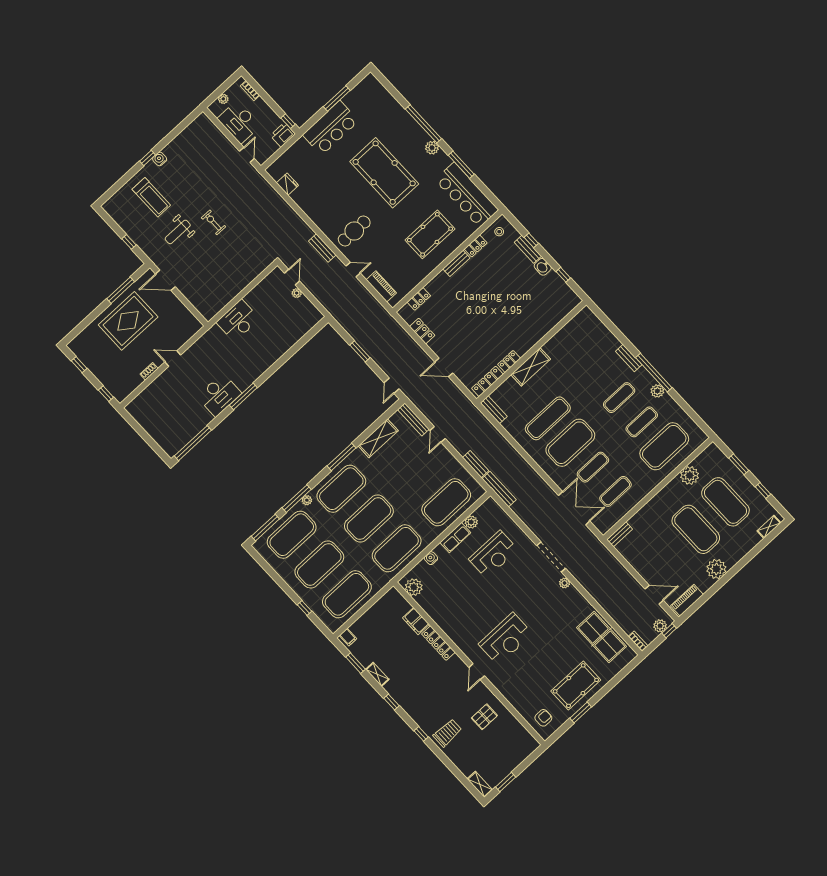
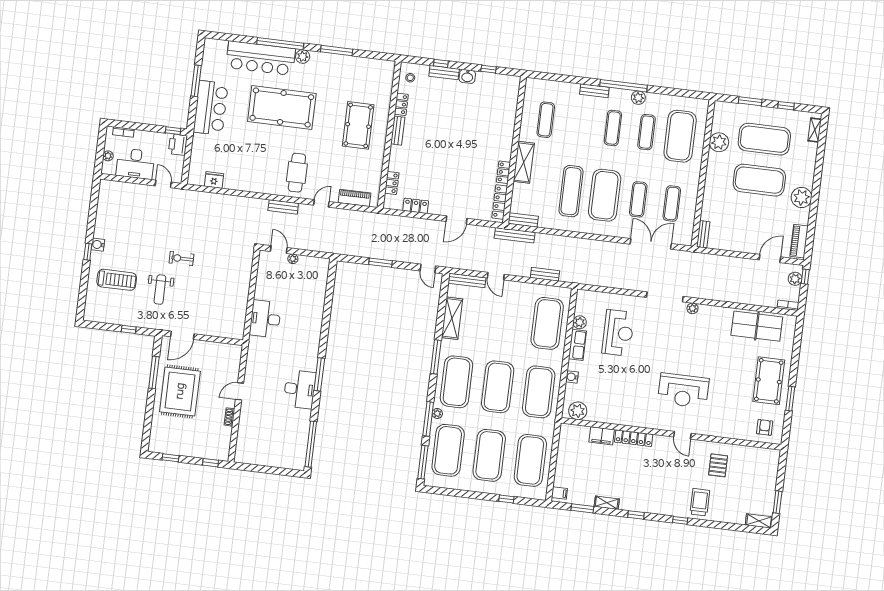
bar counter: (467, 195) -> (261, 58), moved
exercise mat: (574, 349) -> (546, 120), added
bench: (499, 489) -> (515, 235), moved
reception desk: (506, 639) -> (683, 391), turned 90

